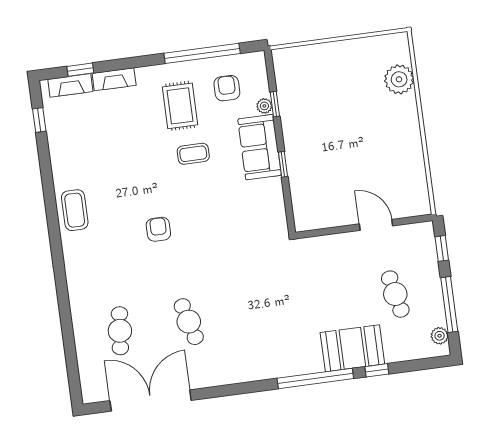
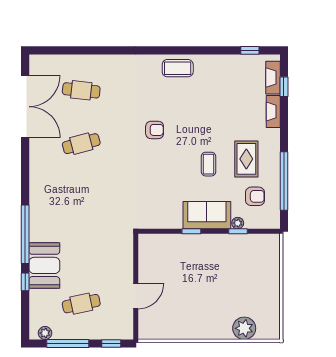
rug: (180, 106) -> (246, 159), turned 90

